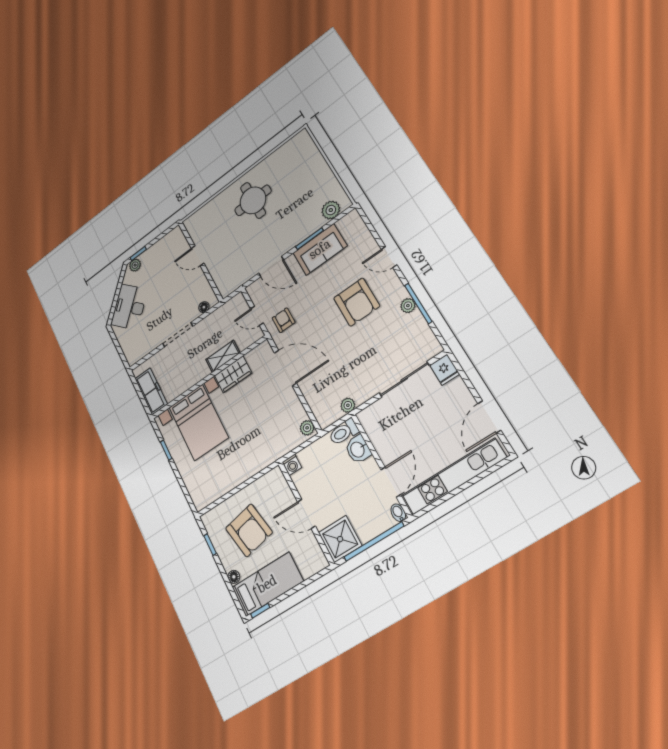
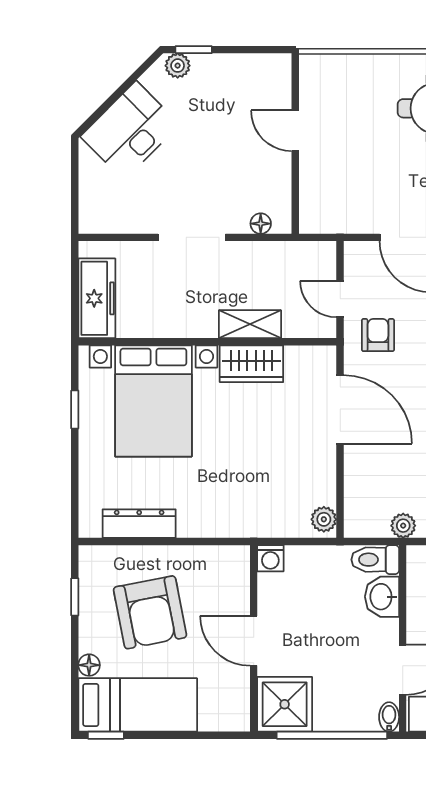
dresser: (222, 487) -> (139, 524), added

